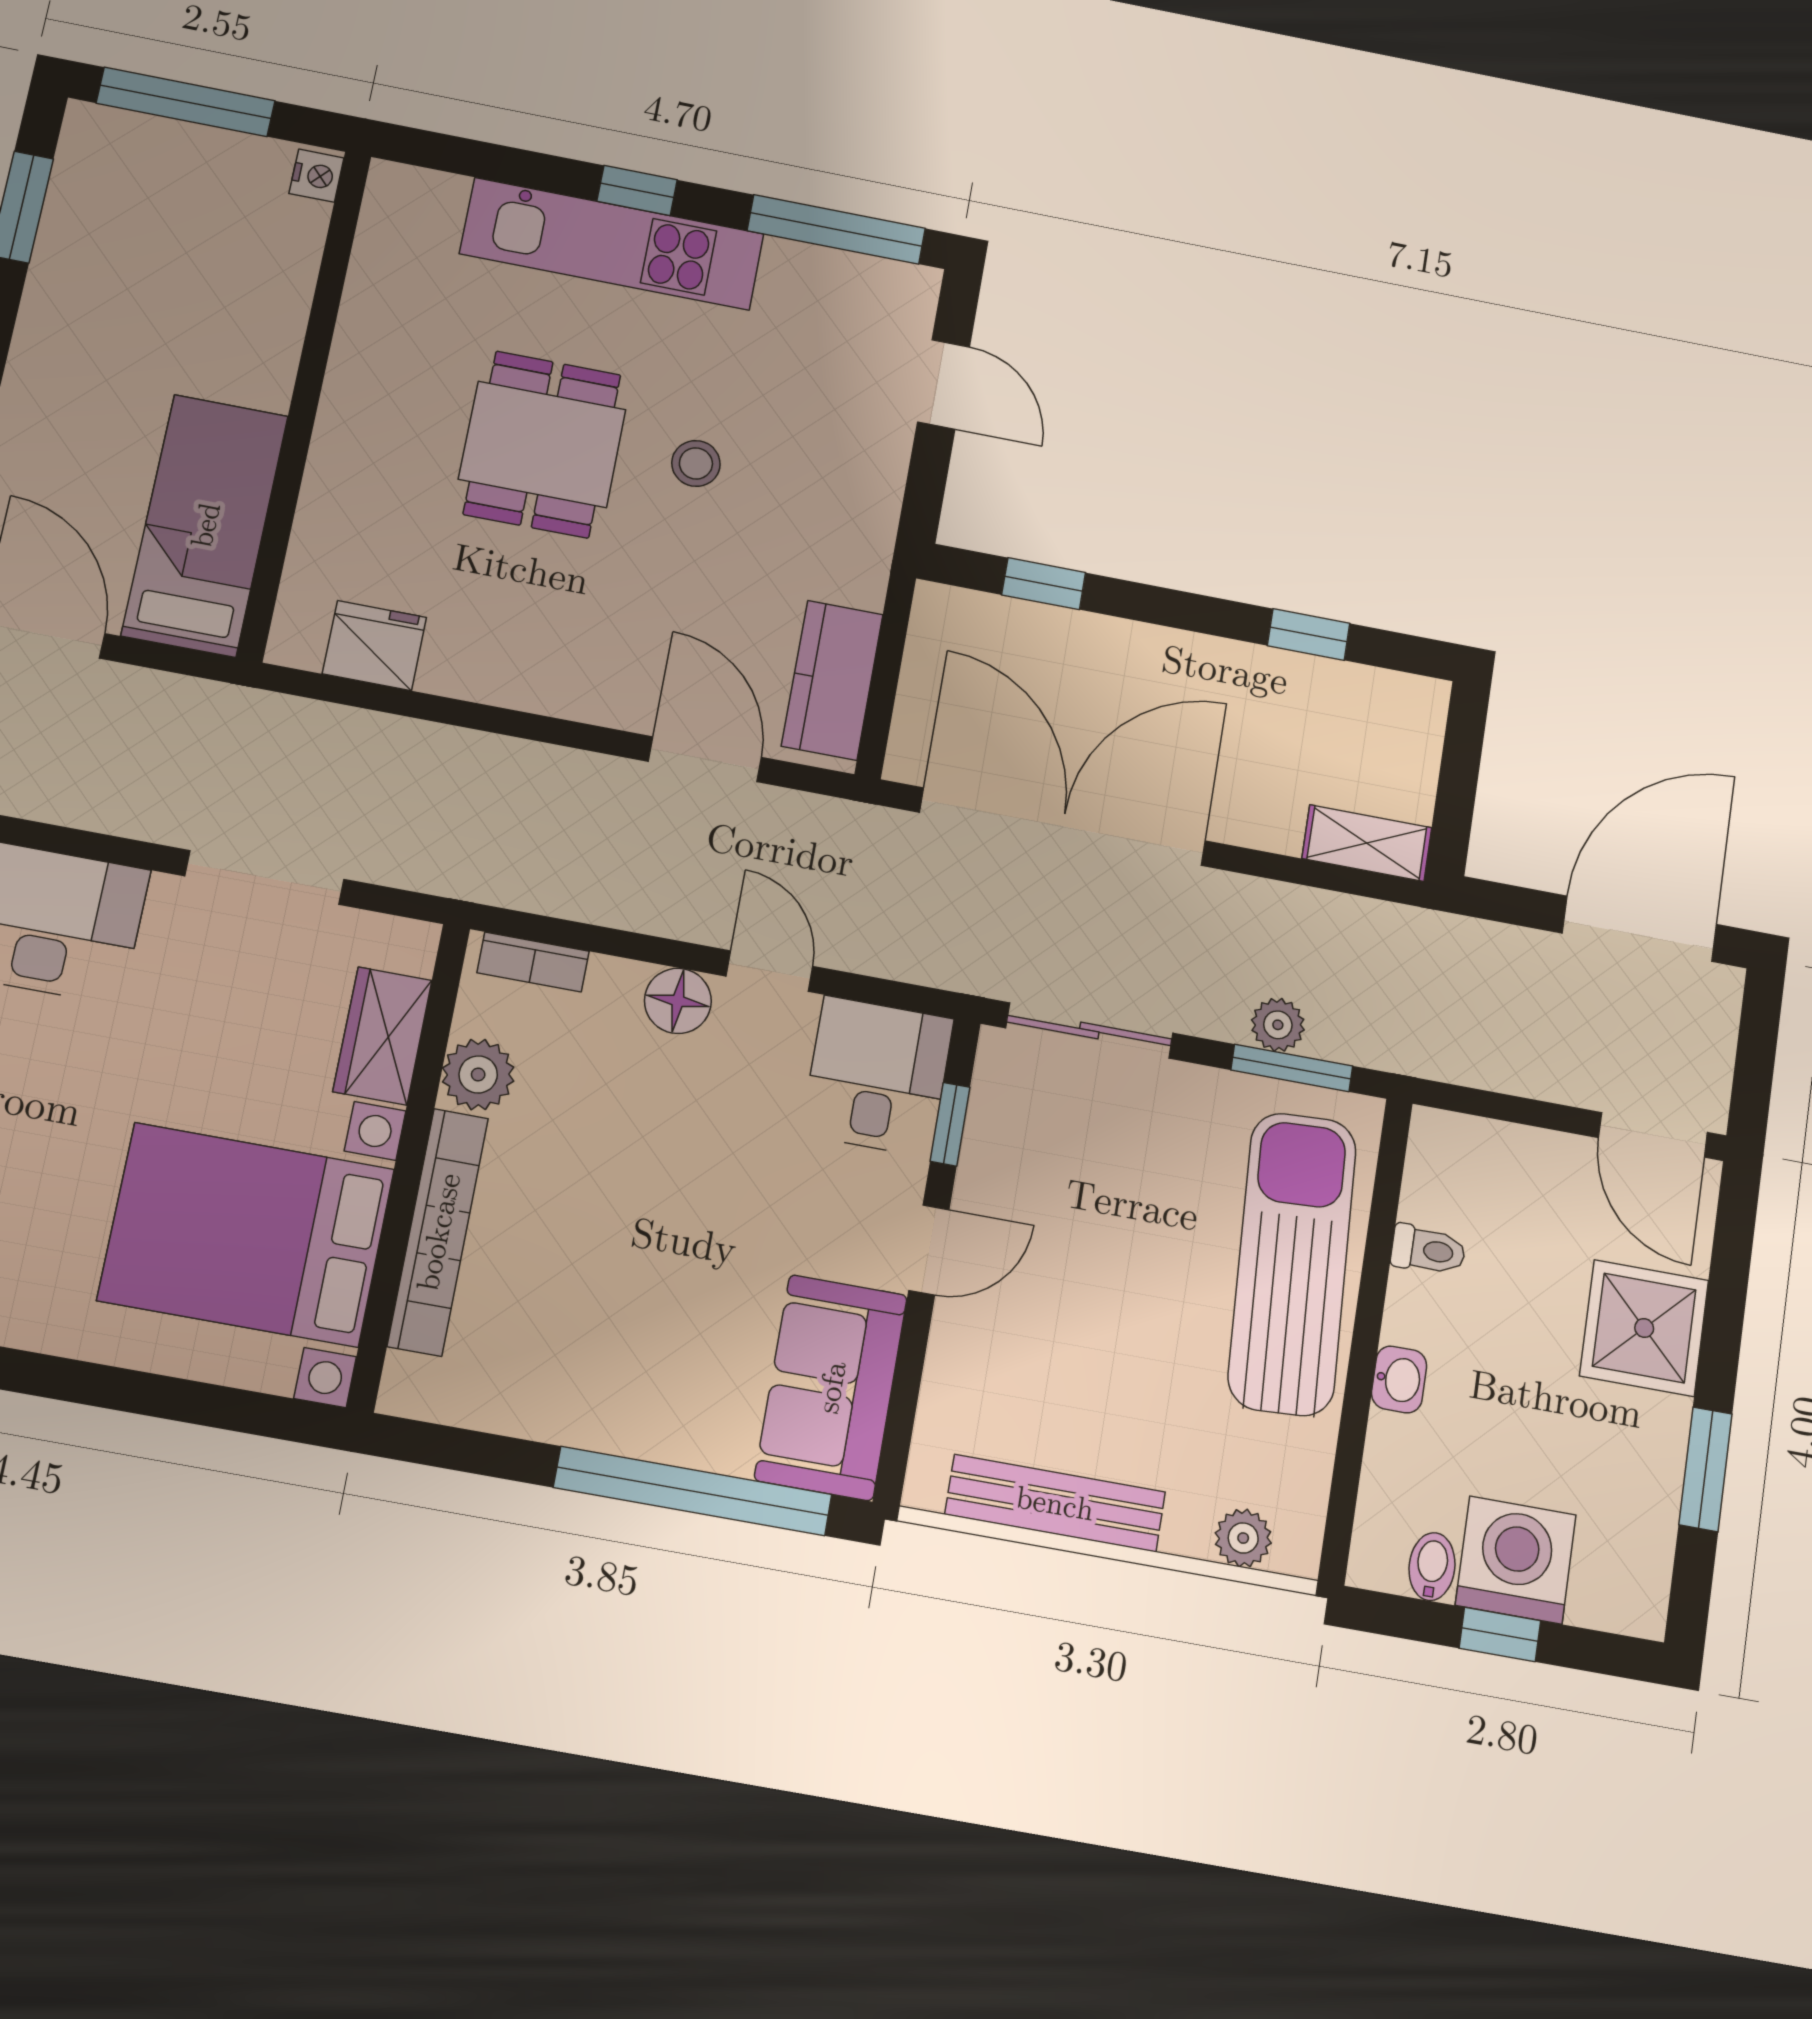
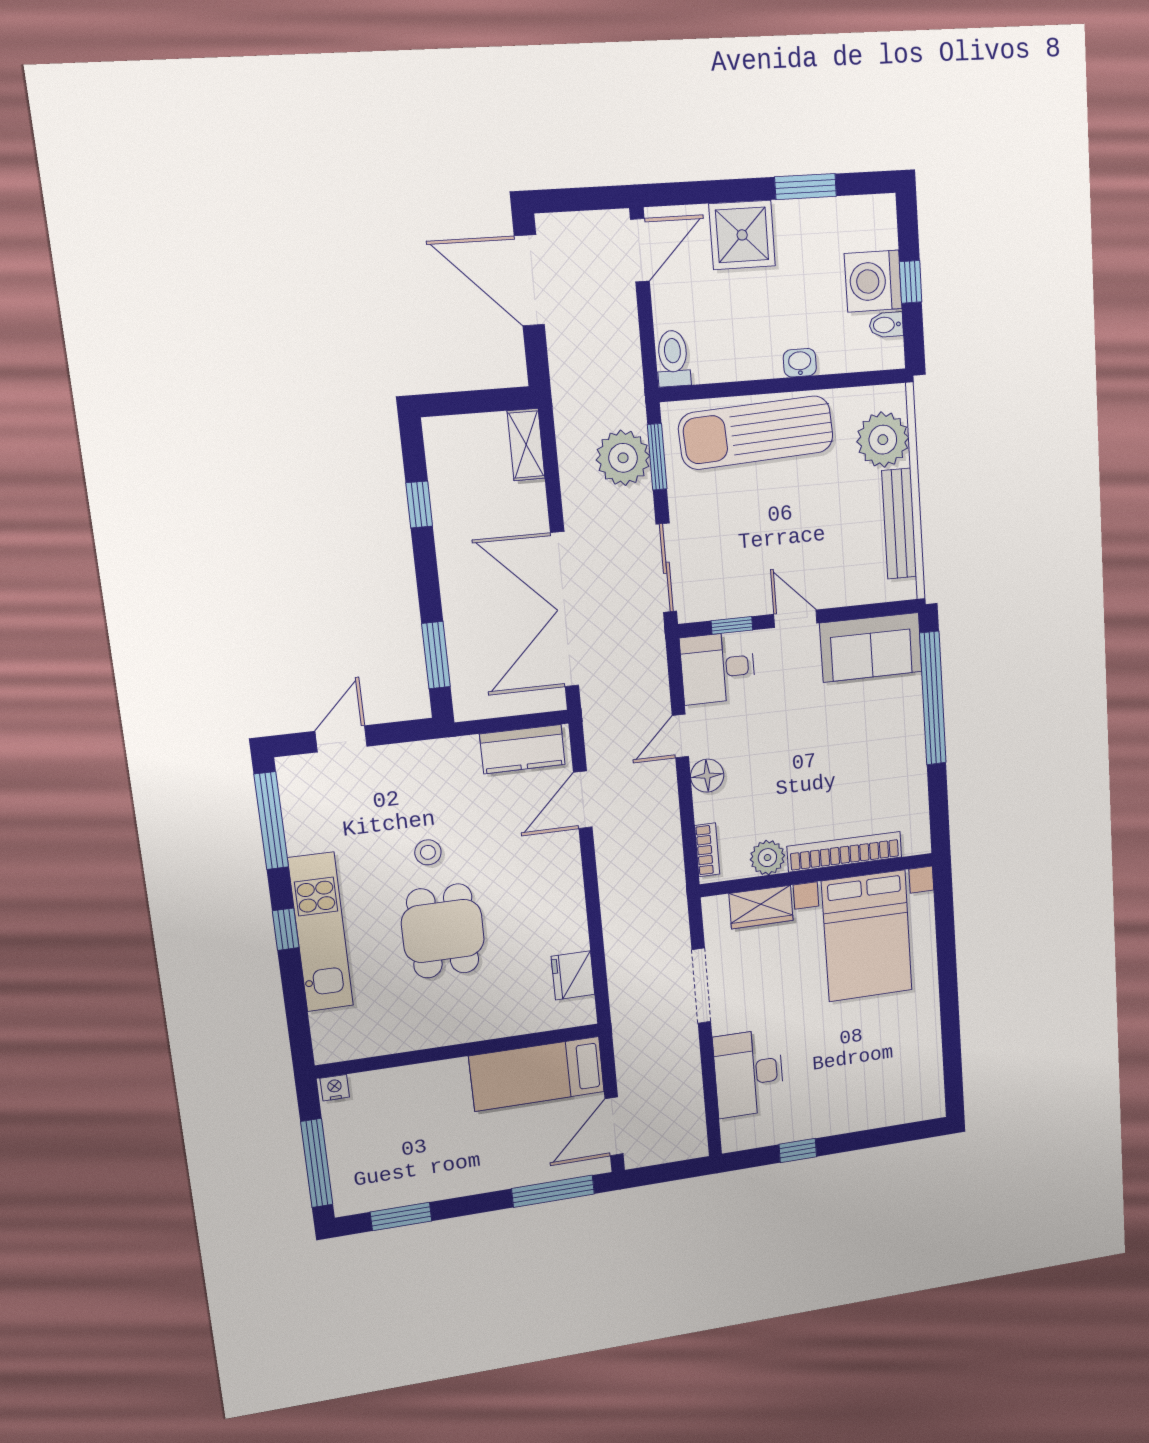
dining table: (542, 444) -> (443, 931), turned 90
window: (1044, 584) -> (436, 655), width x1.50
plant: (1278, 1025) -> (623, 458), width x1.87, depth x1.87
toilet: (1428, 1250) -> (673, 359), moved, width x1.37, depth x1.39
plant: (1243, 1538) -> (883, 440), width x1.88, depth x1.88

